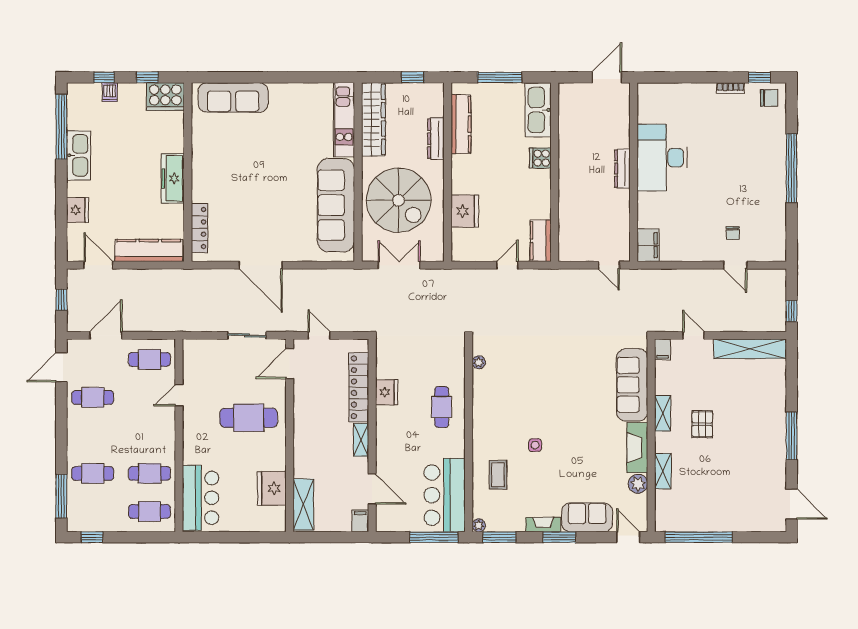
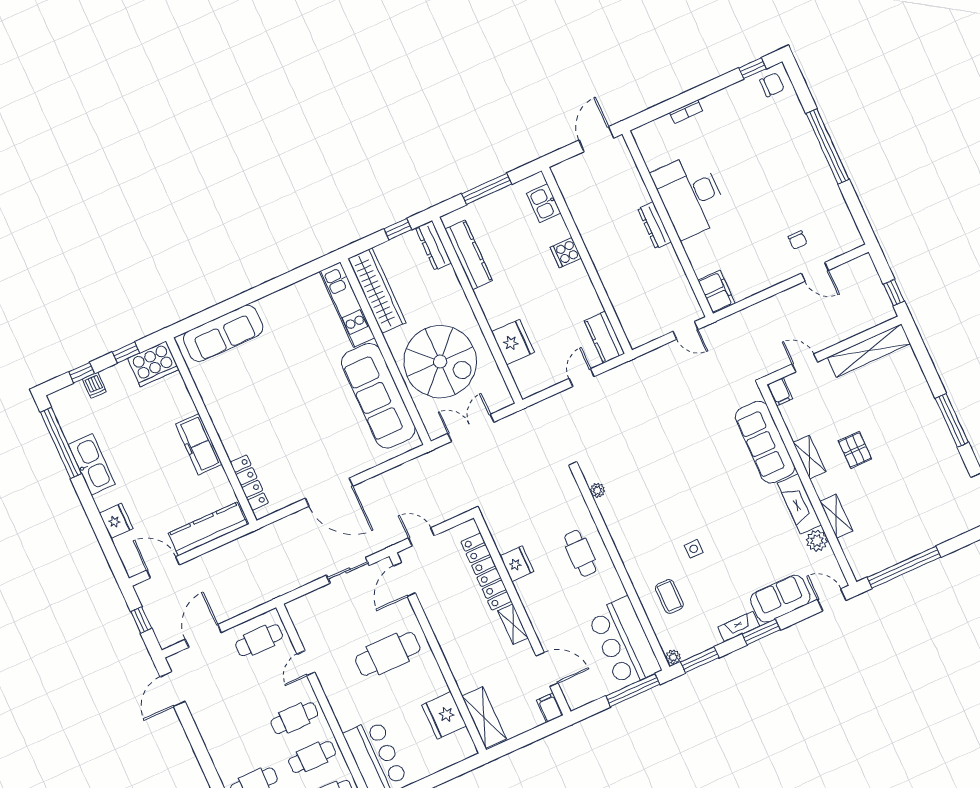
bookcase: (730, 88) -> (686, 112), moved
kitchen sink: (538, 110) -> (544, 203), width x0.53, depth x0.81
dresser: (436, 139) -> (433, 245), moved
cafe table: (93, 397) -> (294, 718), moved

